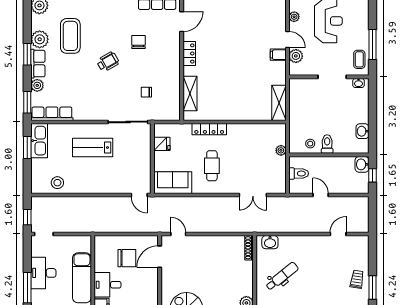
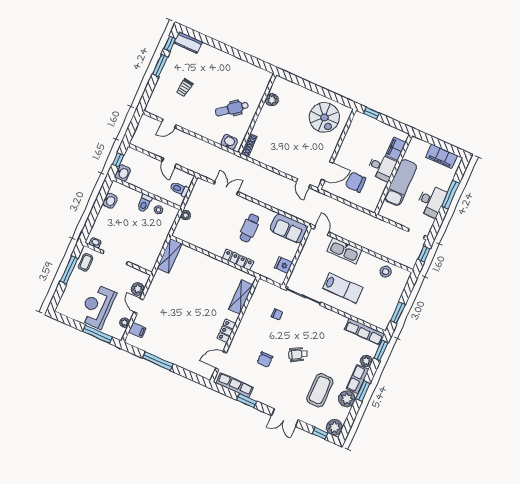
filing cabinet: (278, 55) -> (137, 330), moved
kitchen sink: (39, 141) -> (344, 251), moved, turned -90
trolley: (357, 279) -> (185, 88), moved

